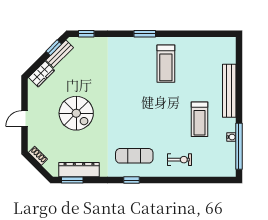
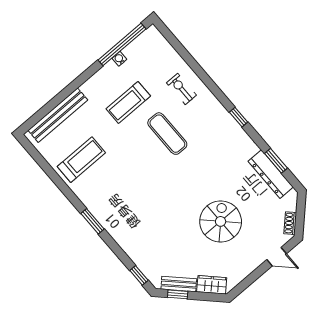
treadmill: (166, 64) -> (81, 160), moved
bench: (229, 91) -> (58, 115), moved
door: (24, 119) -> (277, 257), moved
treadmill: (200, 119) -> (128, 102), turned 180
exercise mat: (134, 156) -> (167, 134), moved
window: (72, 180) -> (276, 161), moved

